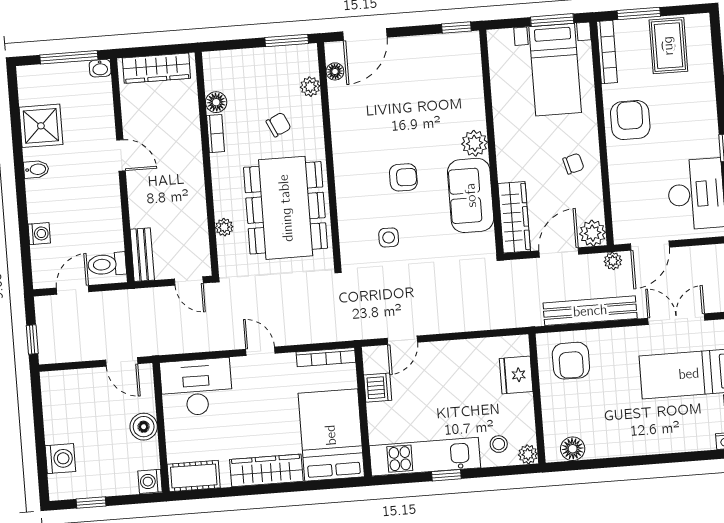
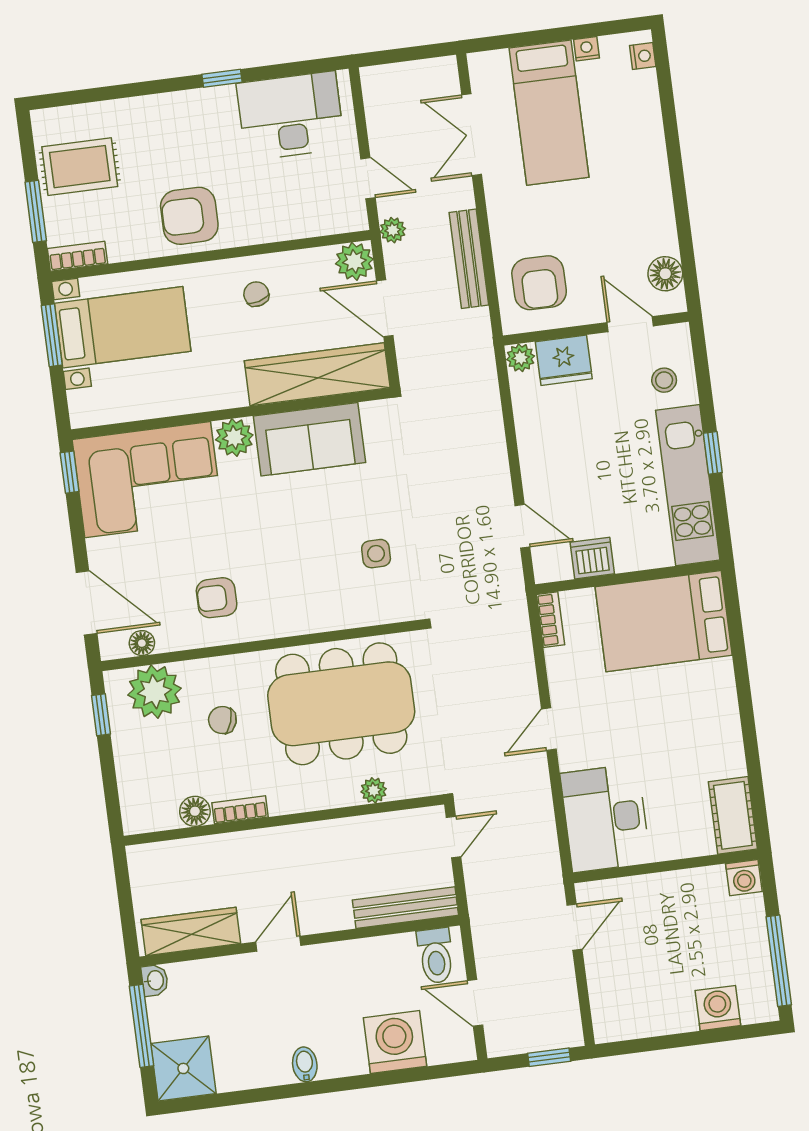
window: (287, 41) -> (101, 715), width x0.67
bookcase: (607, 52) -> (77, 256), width x0.64
wardrobe: (156, 68) -> (191, 931), moved, turned -90
corner sofa: (448, 81) -> (148, 480), added
plant: (310, 87) -> (154, 692), width x1.87, depth x1.87
chair: (279, 125) -> (222, 720), turned -47
shower: (41, 126) -> (183, 1068), moved
armchair: (403, 177) -> (217, 598), moved, turned -90
wardrobe: (514, 217) -> (317, 374), width x1.40, depth x1.17
washing machine: (39, 234) -> (395, 1042), width x1.89, depth x1.89
door: (650, 246) -> (368, 178), width x0.73
bench: (142, 255) -> (405, 908), width x1.36
bench: (590, 311) -> (469, 259), width x0.73, depth x0.82
bookcase: (326, 357) -> (551, 620), width x0.64
armchair: (571, 361) -> (539, 283), turned 90
door: (539, 422) -> (630, 324), added
boiler: (144, 427) -> (666, 891), removed
plant: (528, 454) -> (521, 358), moved
wardrobe: (266, 470) -> (720, 712), removed
window: (91, 503) -> (779, 961), width x2.17

